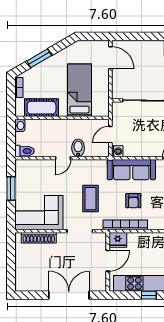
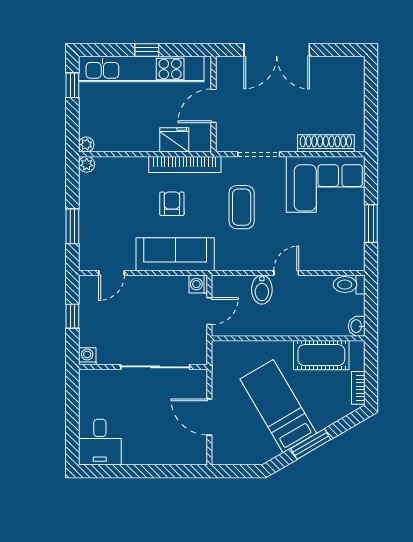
window: (39, 58) -> (311, 444), moved
door: (110, 58) -> (209, 417), moved
bed: (79, 90) -> (278, 406), moved, turned 150
fridge: (118, 240) -> (174, 140), moved

